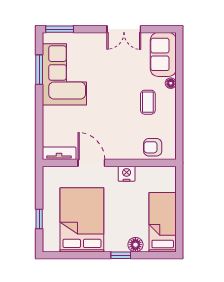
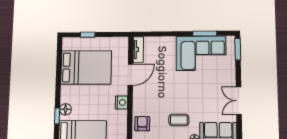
window: (121, 255) -> (57, 116), moved

